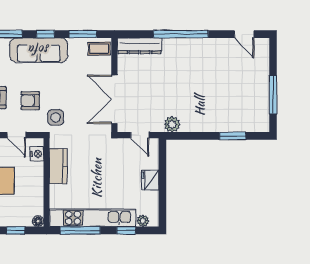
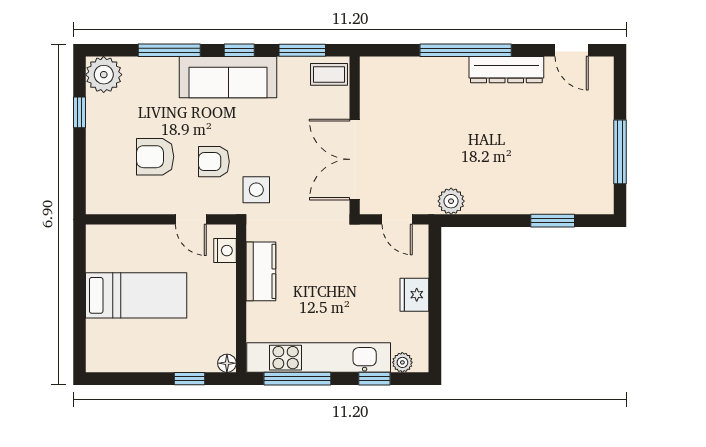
dresser: (140, 46) -> (506, 70), moved

